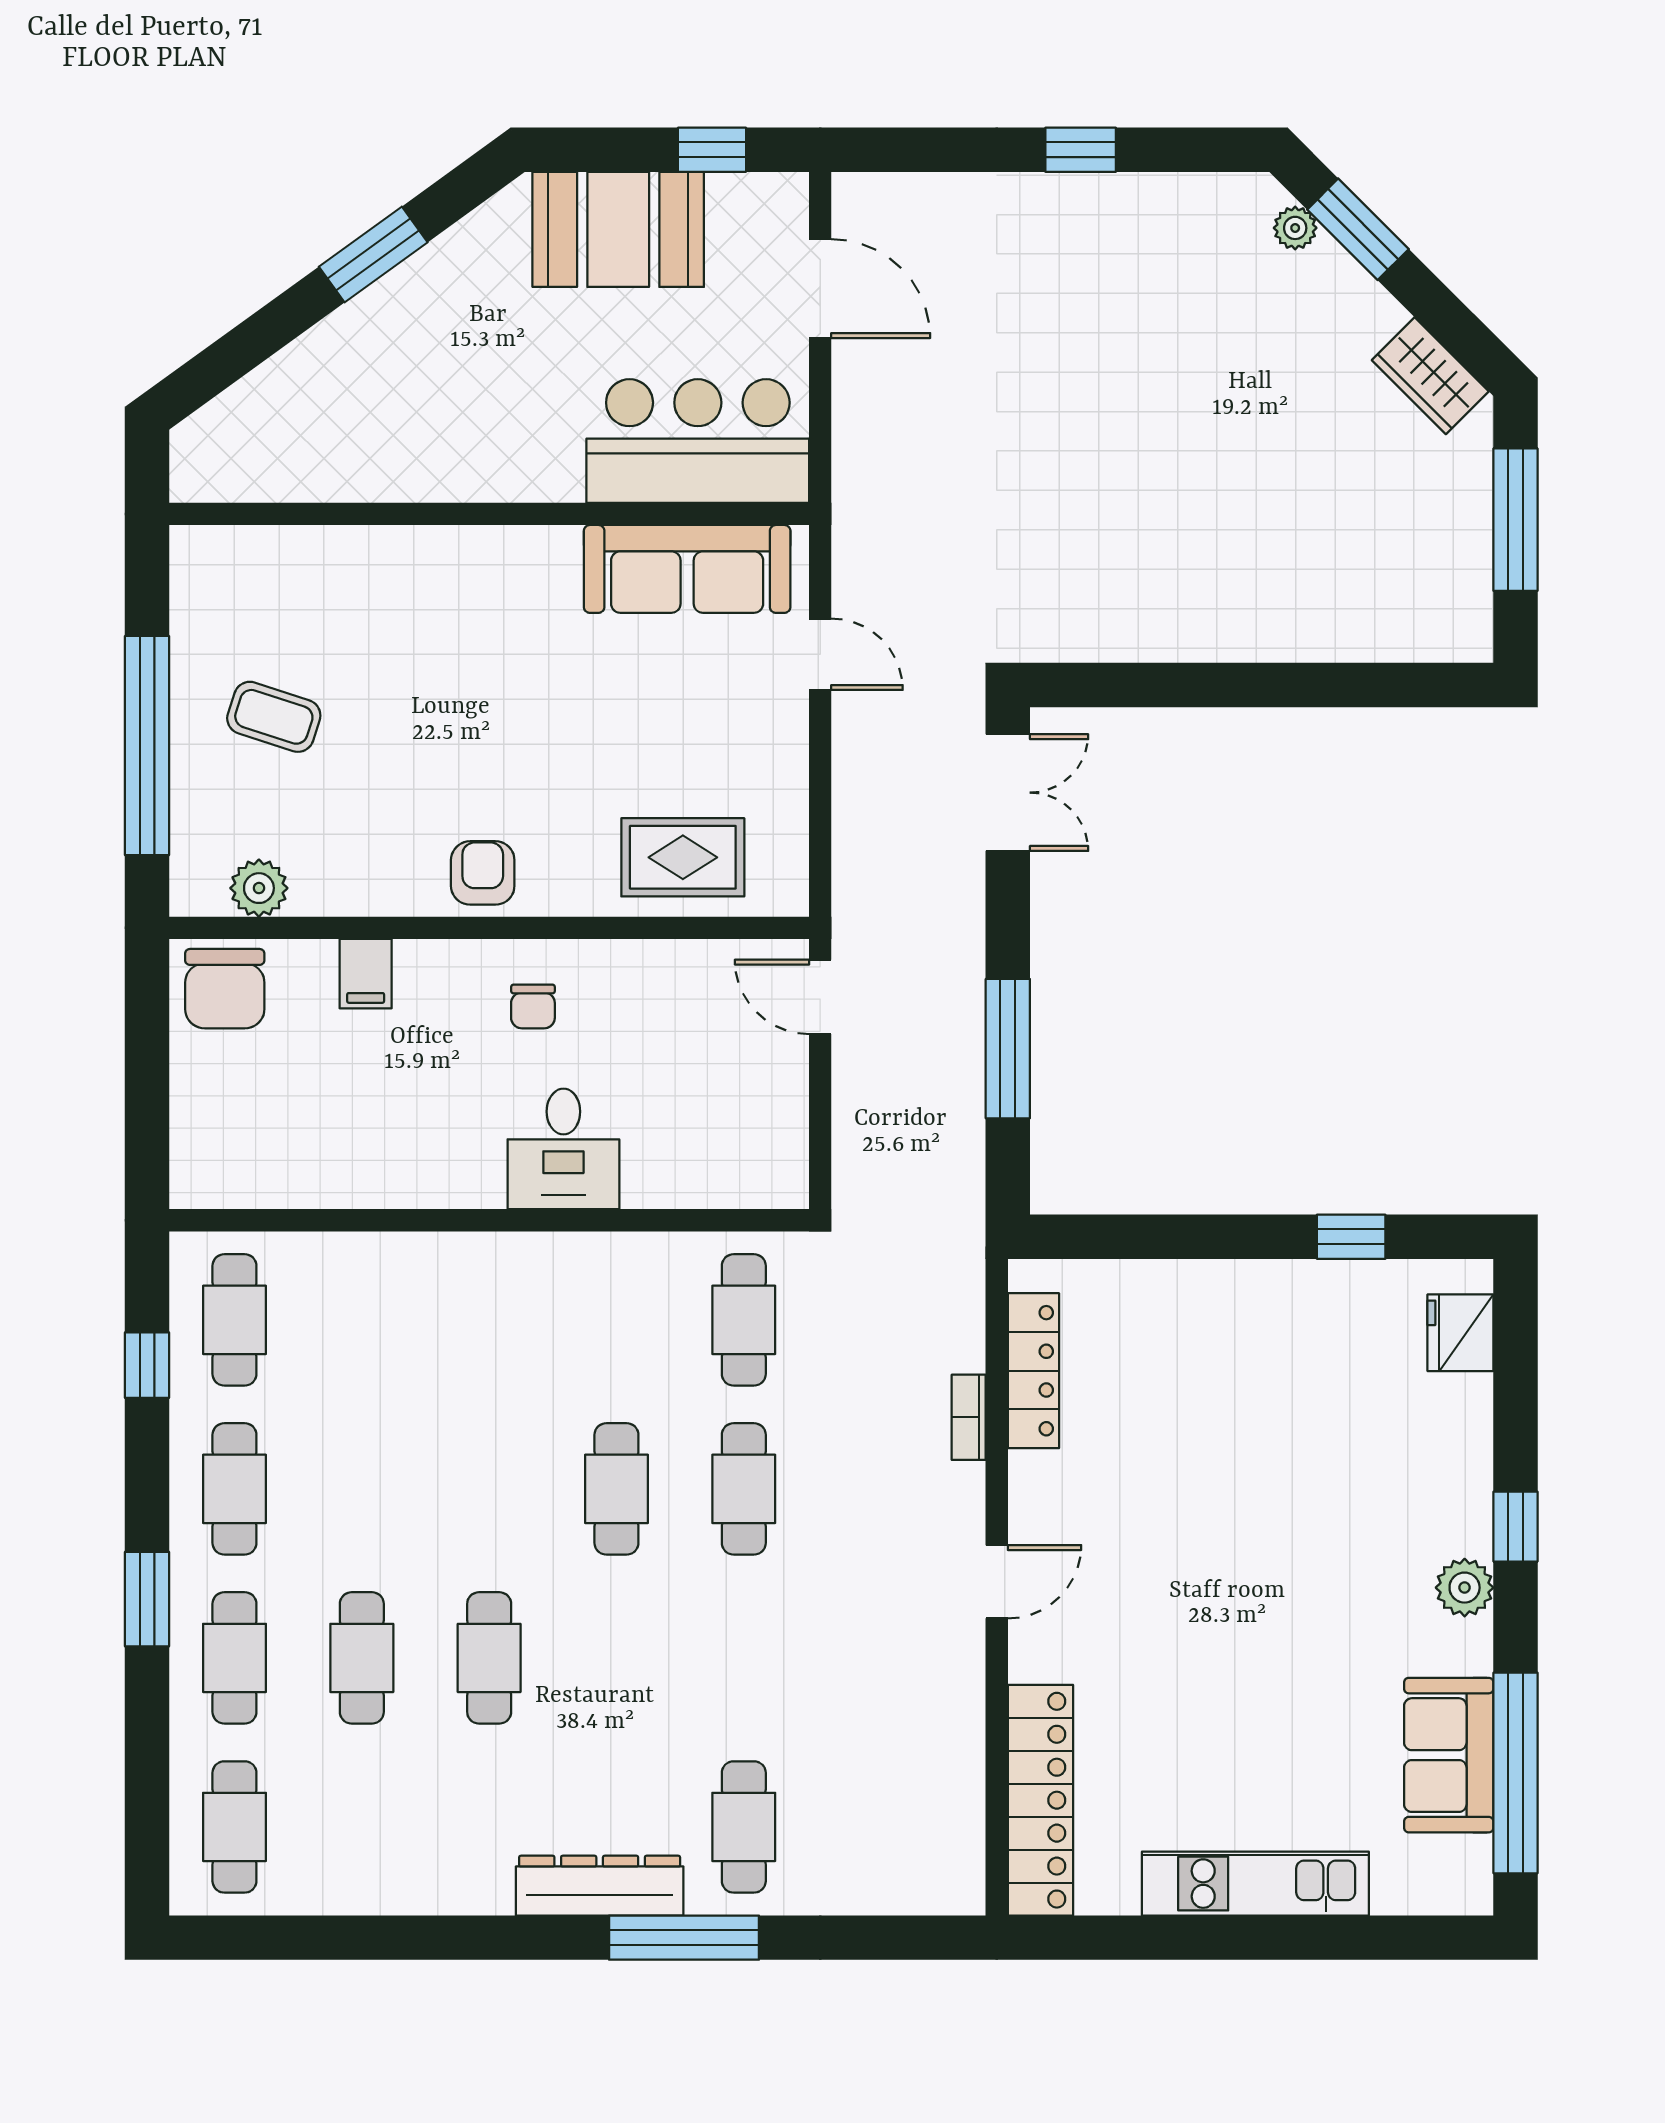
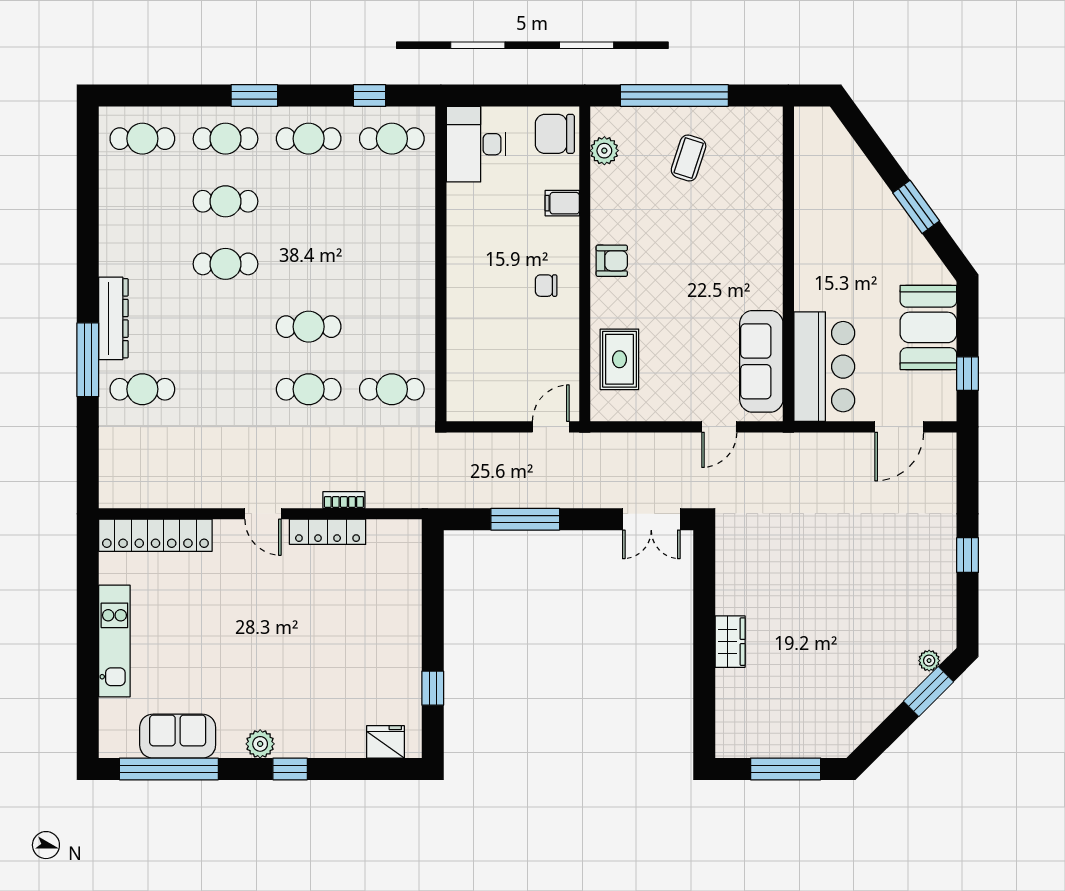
wardrobe: (1430, 376) -> (730, 642), moved, turned 135
desk: (563, 1149) -> (476, 144), moved, width x1.37
locker: (1033, 1371) -> (328, 532), moved

